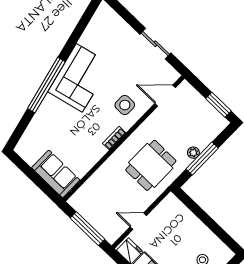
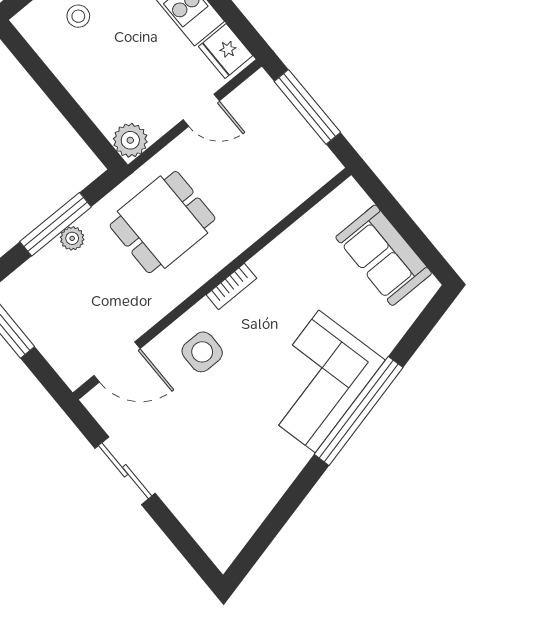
corner sofa: (79, 78) -> (317, 381), moved
sofa: (56, 174) -> (384, 255), moved
plant: (171, 203) -> (130, 140), added

